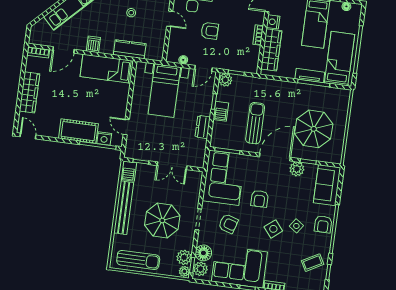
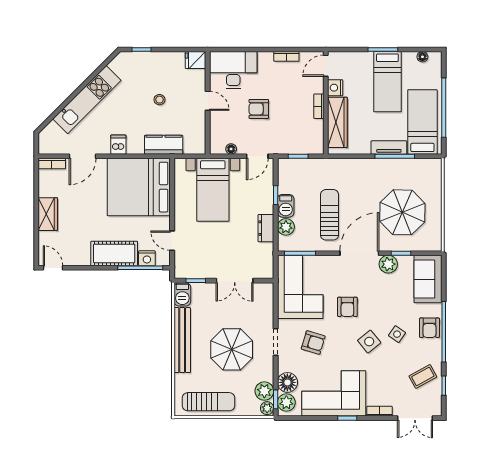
armchair: (210, 31) -> (259, 109), turned 180
bed: (107, 69) -> (139, 187), width x2.04
plant: (225, 80) -> (286, 227), moved
wardrobe: (29, 92) -> (48, 214), width x0.67

